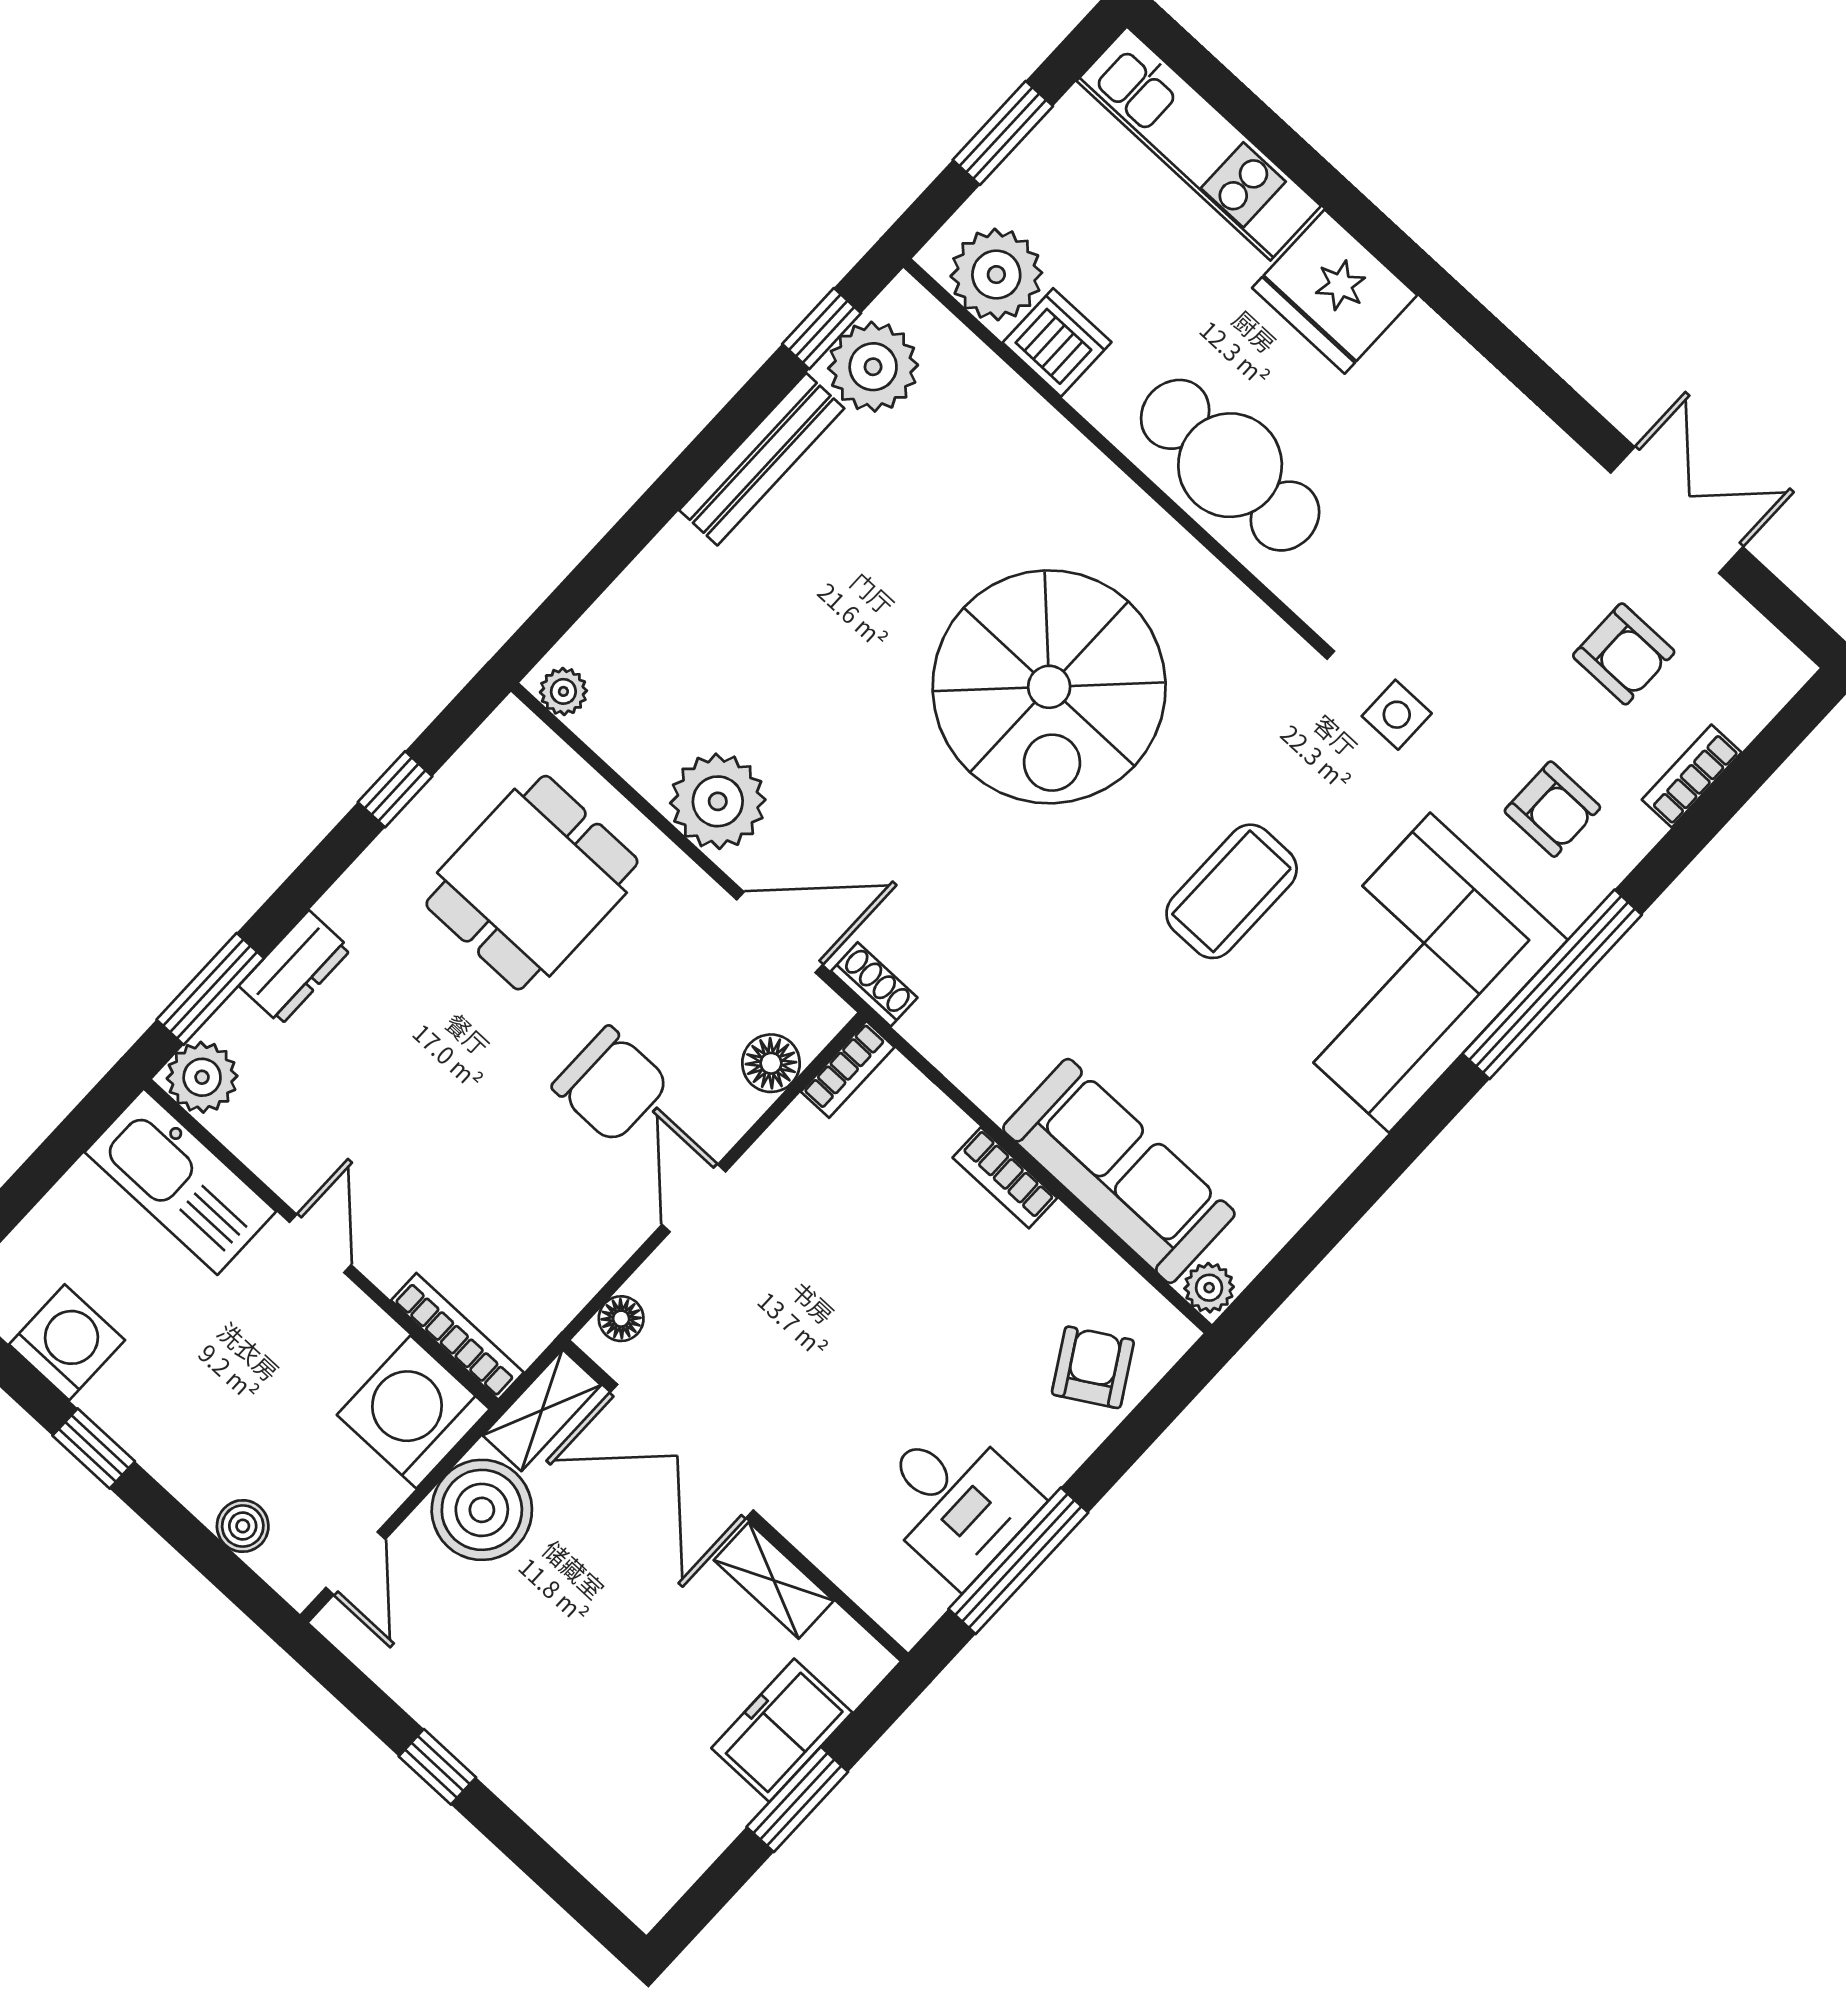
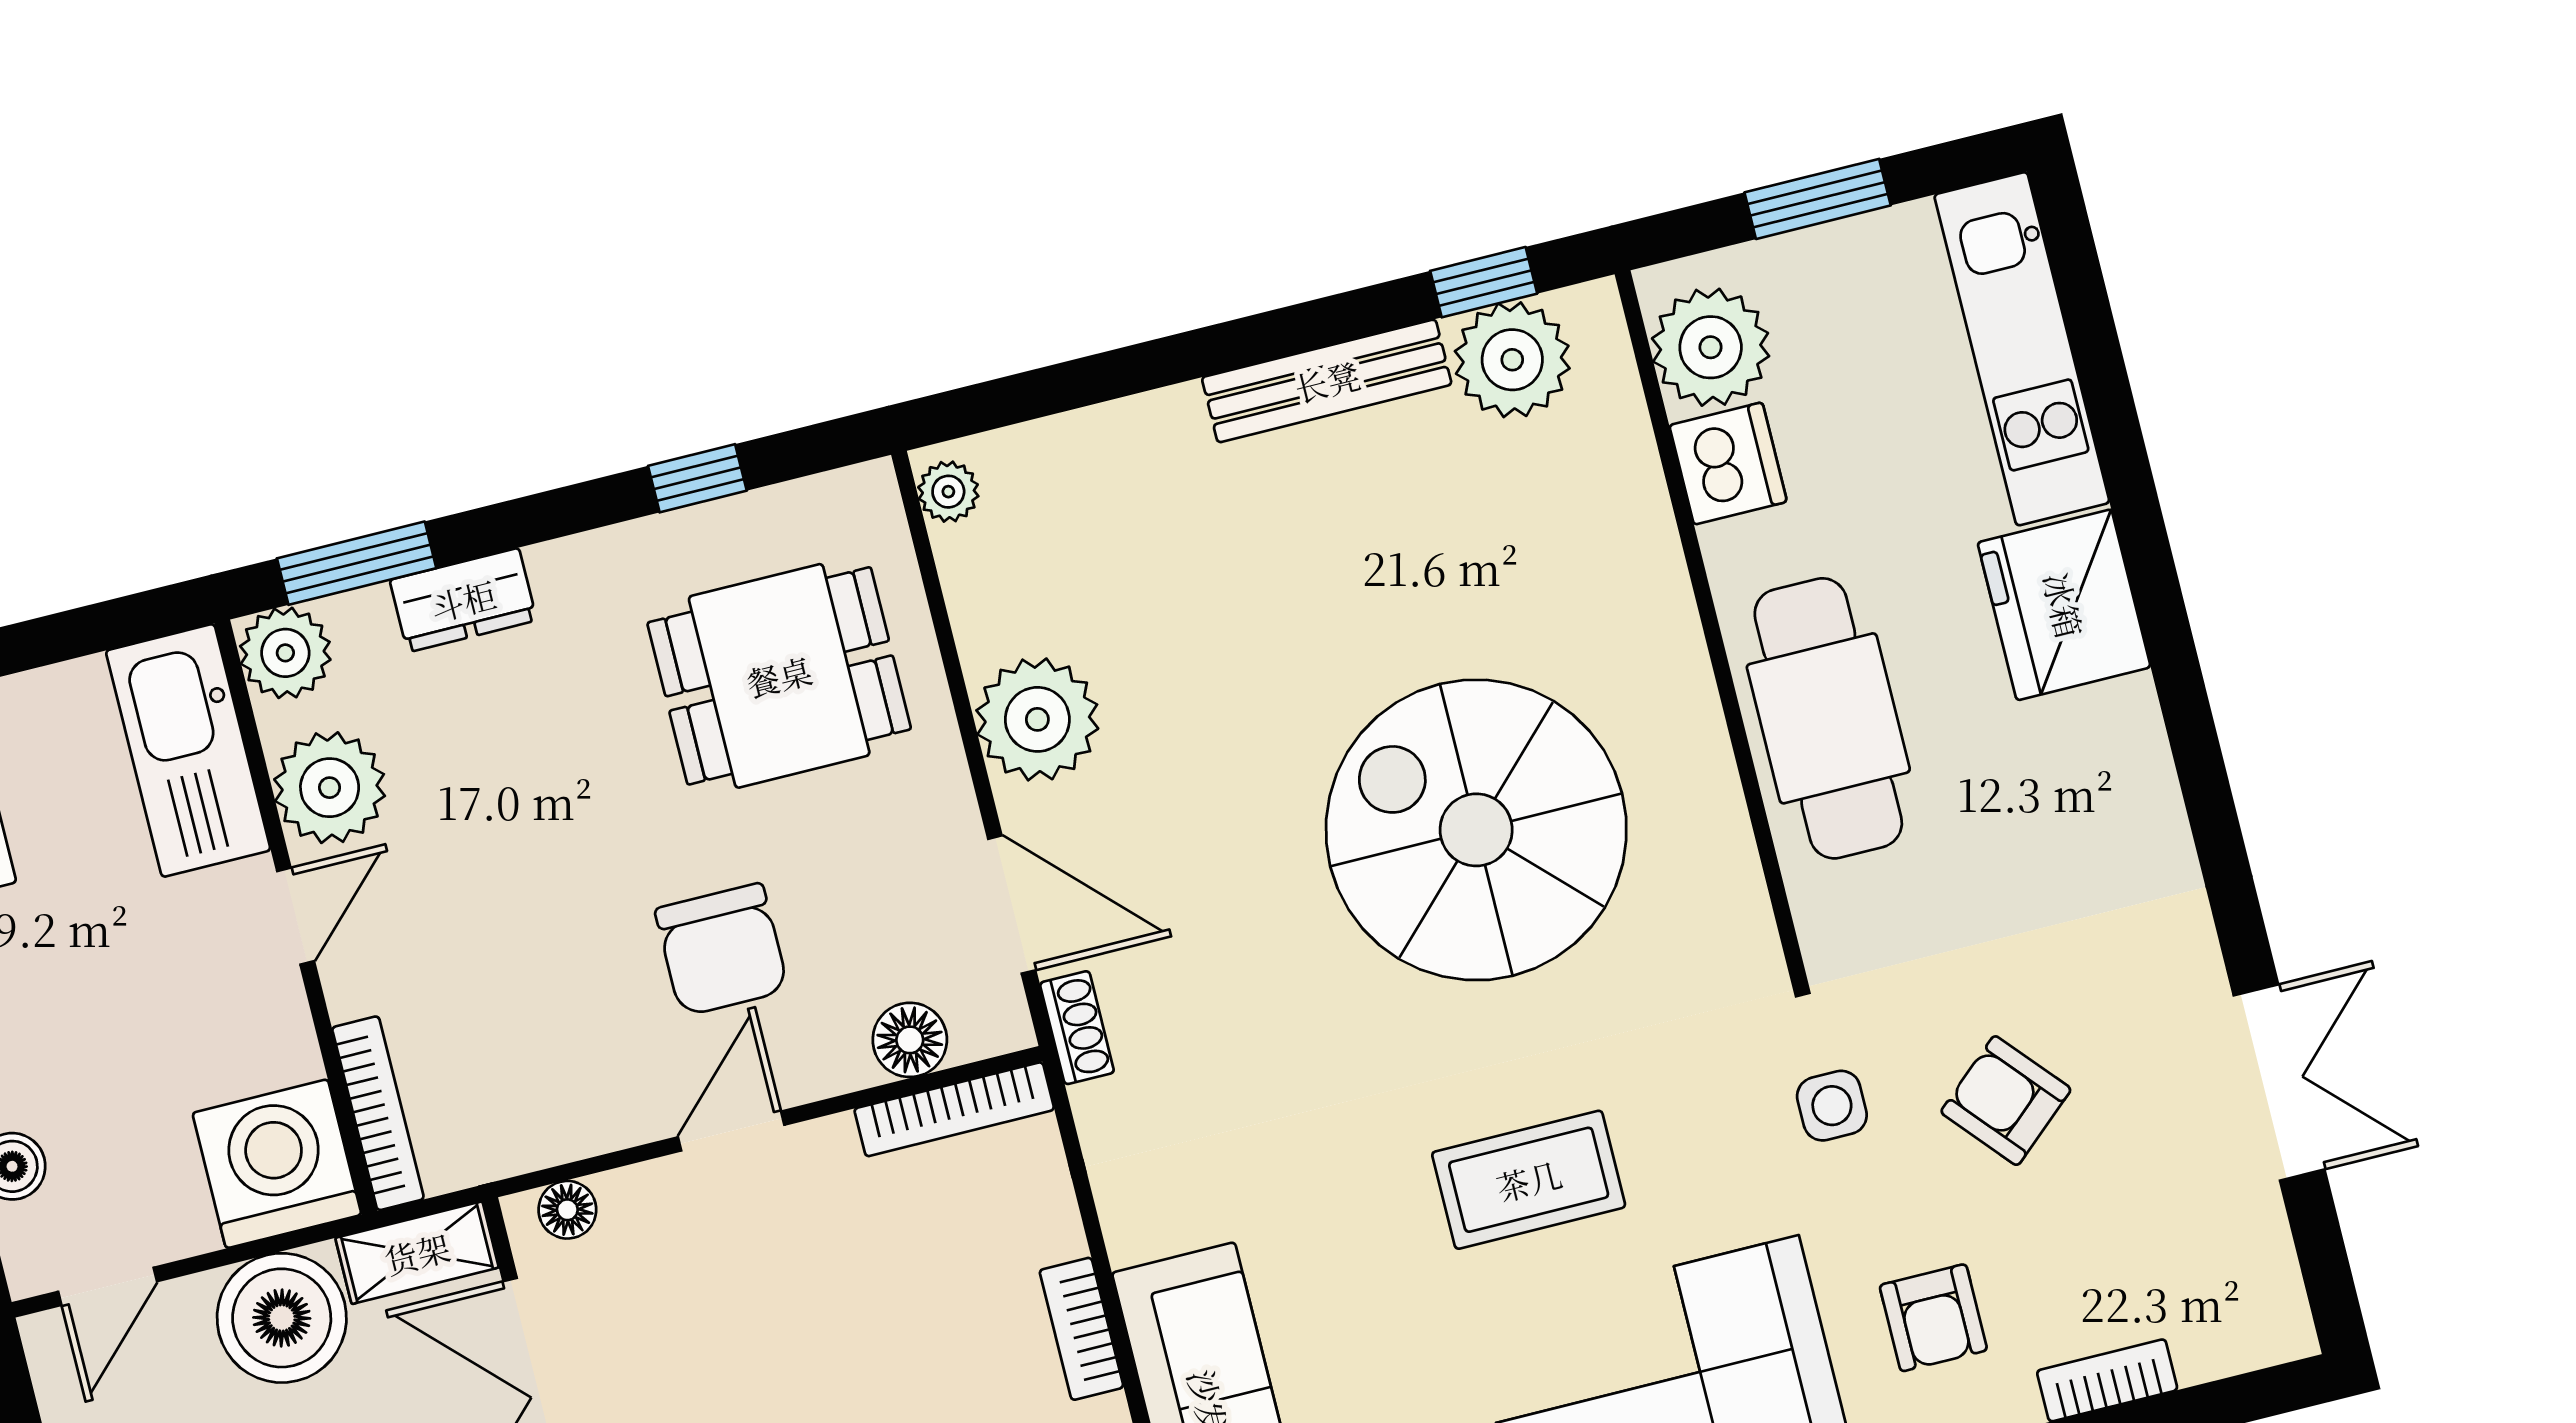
armchair: (1624, 654) -> (2006, 1101), moved, turned 139
spiral stairs: (1049, 687) -> (1476, 830), turned 90
bookcase: (848, 1069) -> (954, 1109), width x1.56
plant: (288, 1146) -> (330, 788), added

